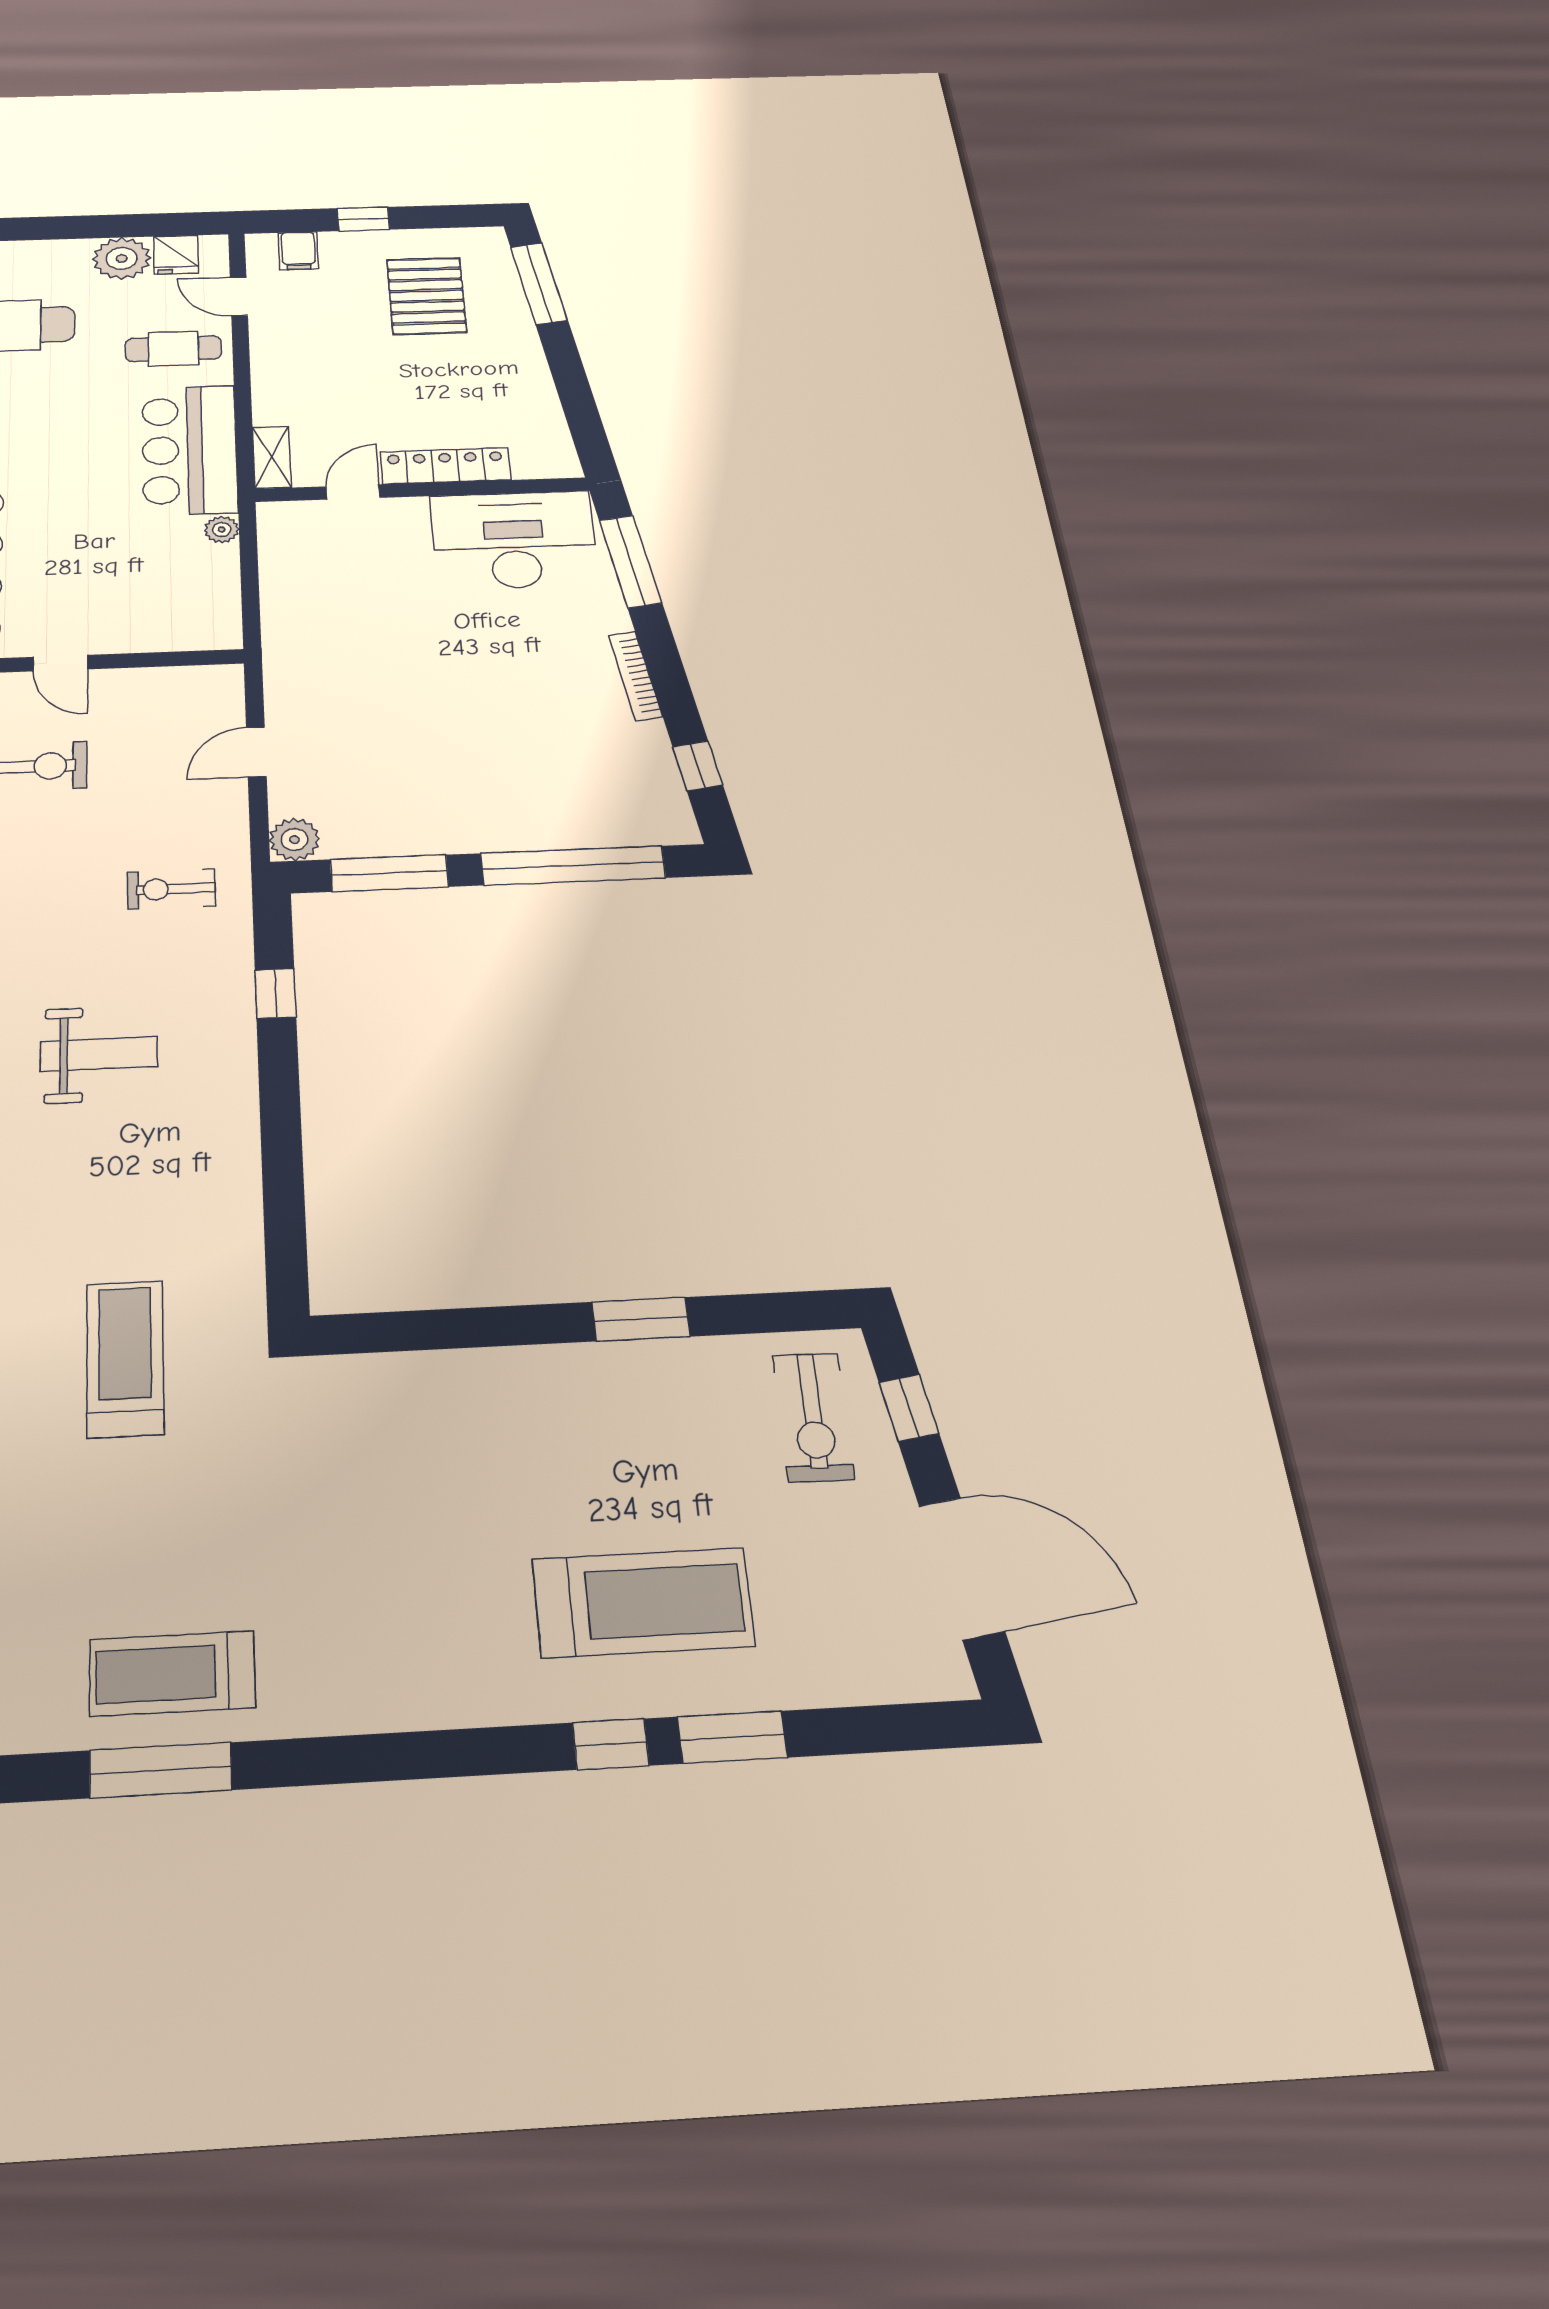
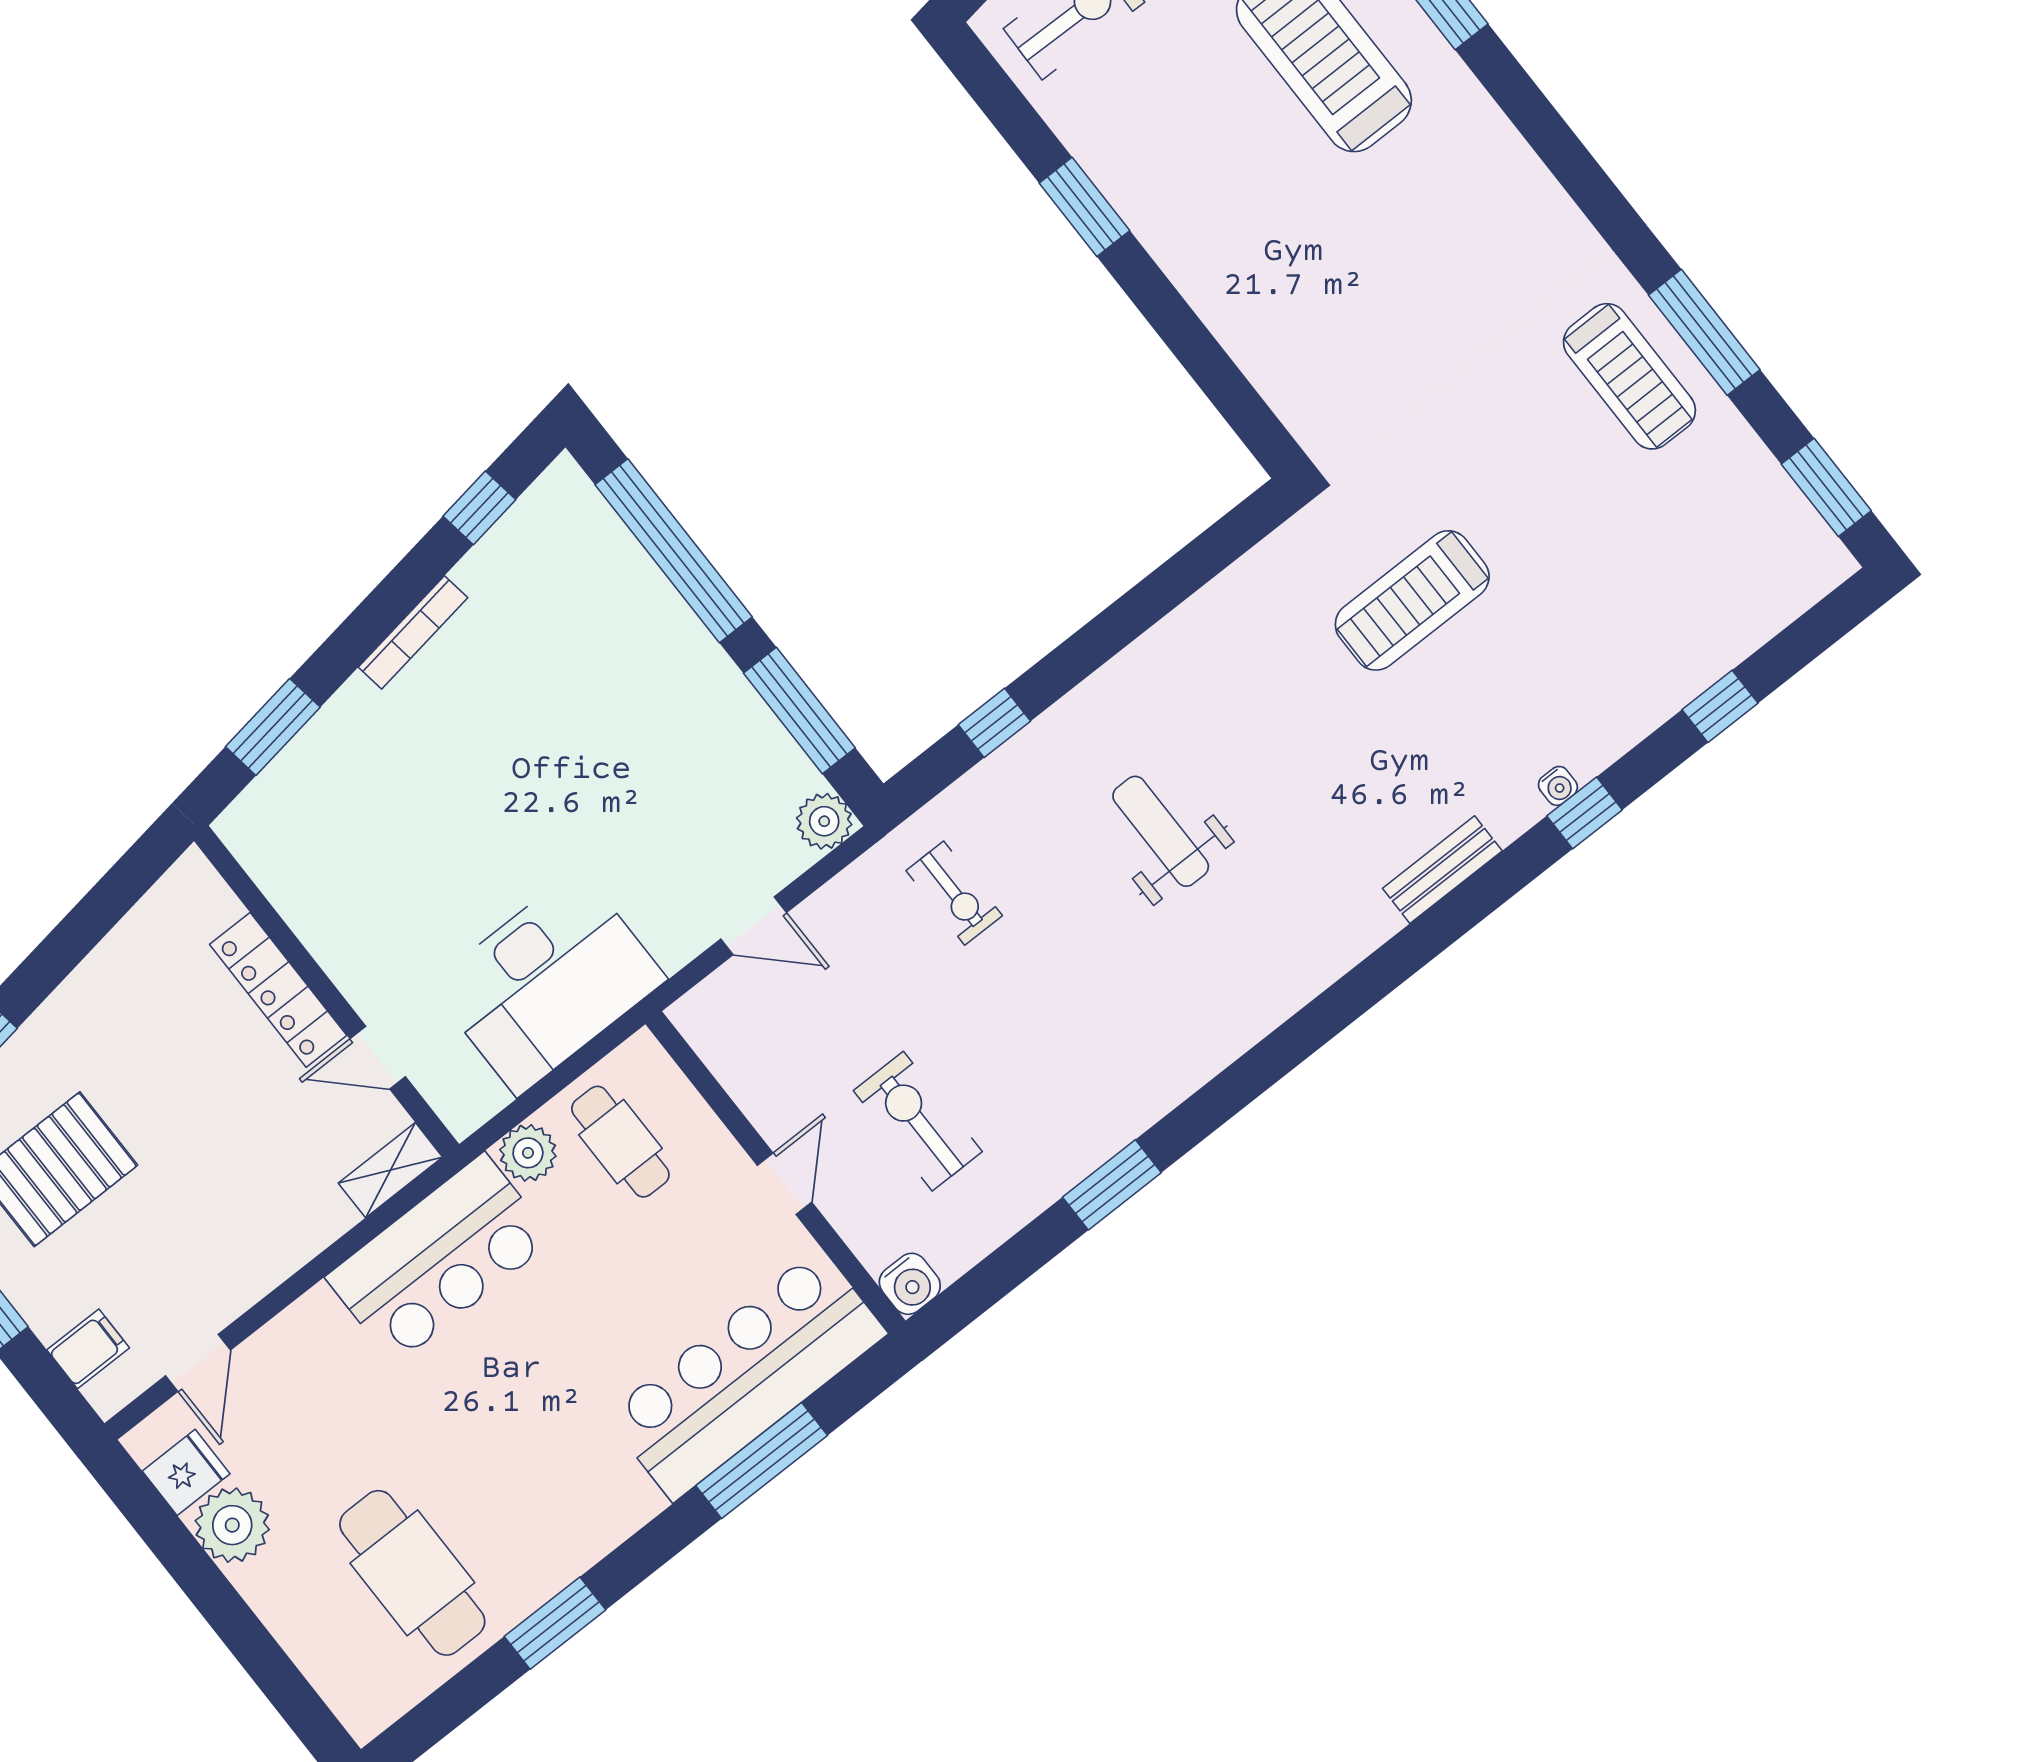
cafe table: (173, 349) -> (620, 1142), moved
plant: (222, 530) -> (528, 1153), width x1.38, depth x1.38
desk: (514, 540) -> (548, 982), moved, turned -90
window: (630, 561) -> (273, 727), width x0.69

